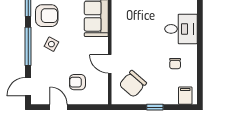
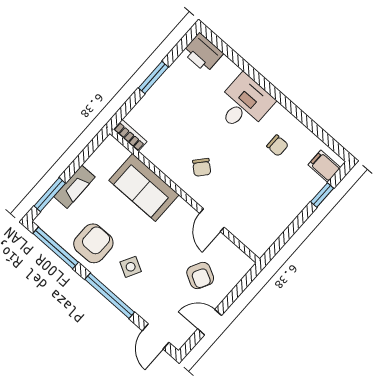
door: (110, 64) -> (212, 220), hinge flipped
armchair: (77, 82) -> (200, 275), turned -62
chair: (133, 84) -> (202, 167), moved, width x0.54, depth x0.54
window: (155, 107) -> (322, 195), moved

